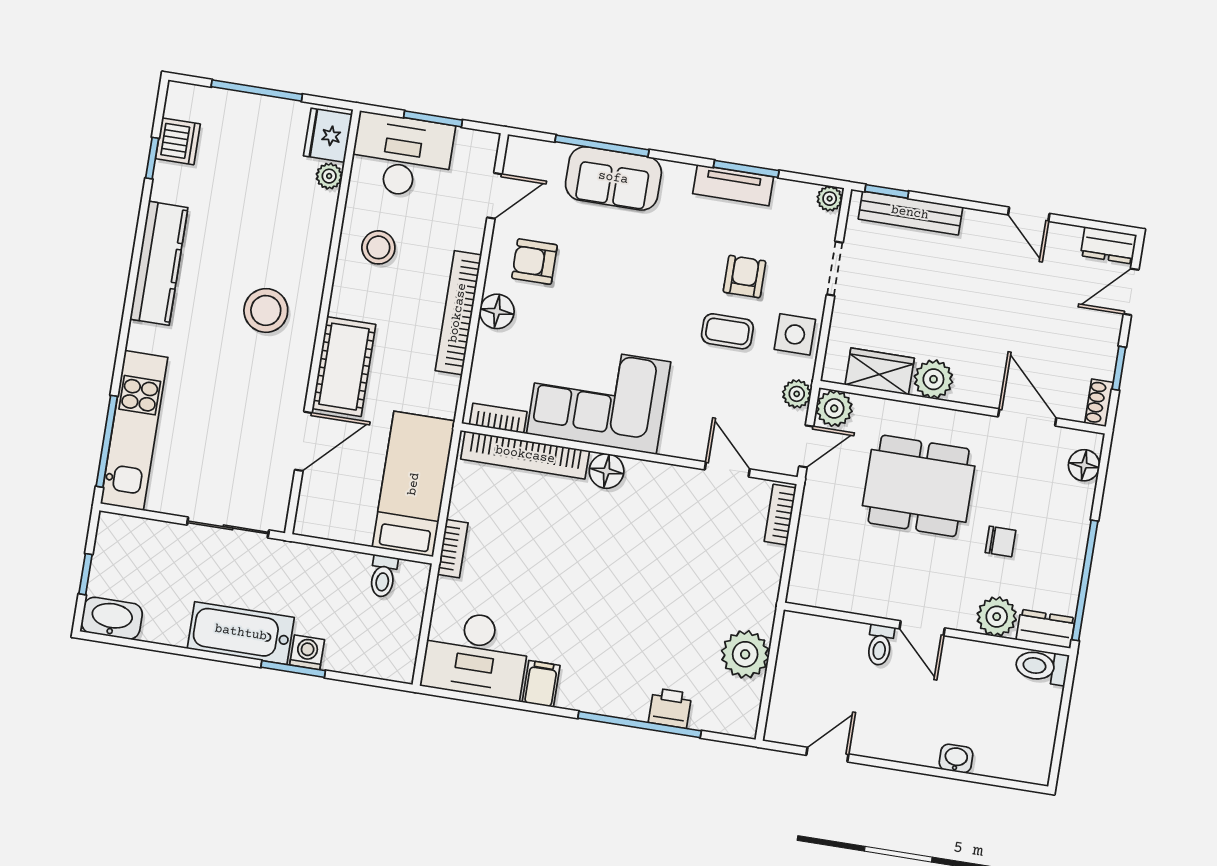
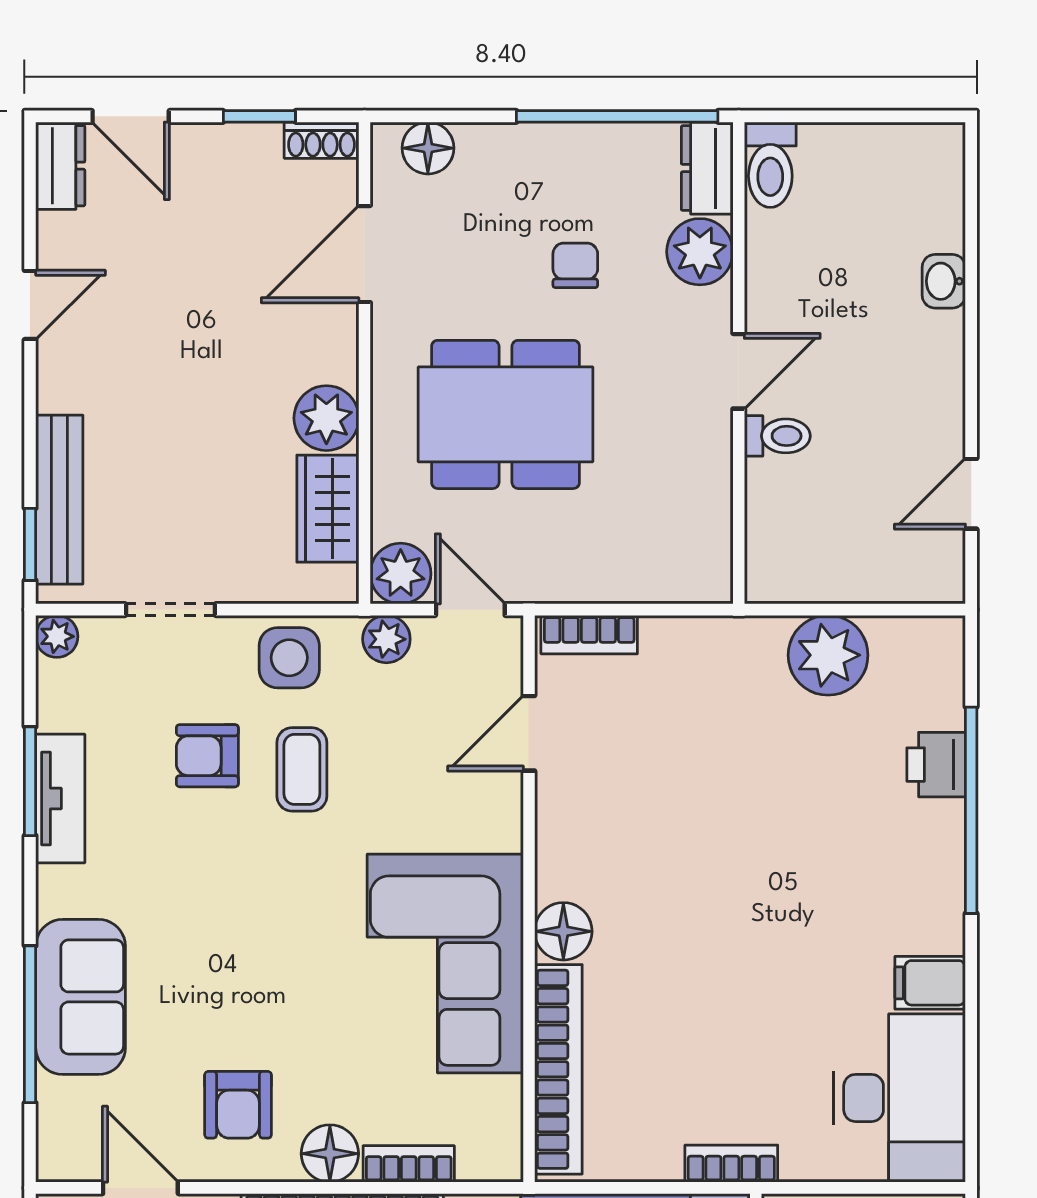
bookcase: (498, 418) -> (409, 1164), moved, turned 90
dining table: (919, 486) -> (506, 414), turned 90
door: (827, 755) -> (971, 494), hinge flipped

